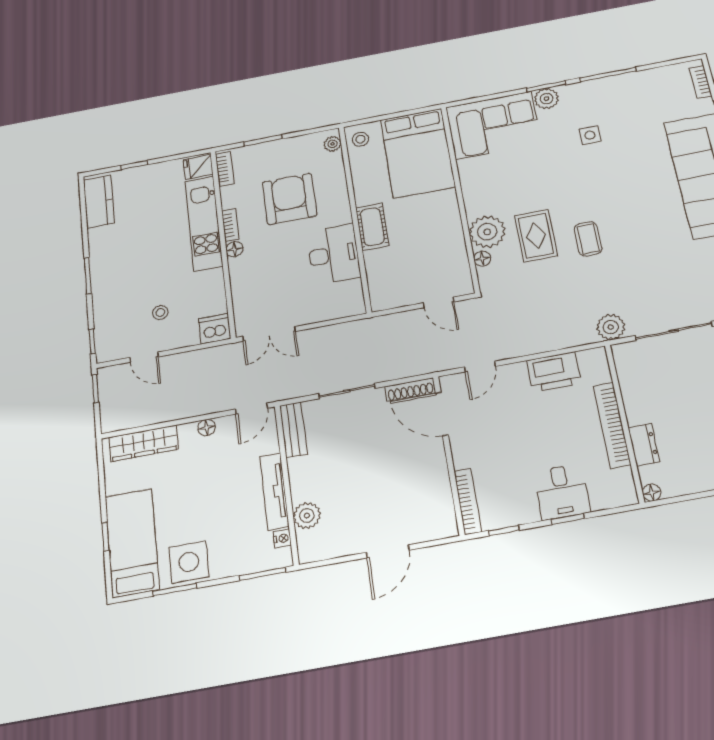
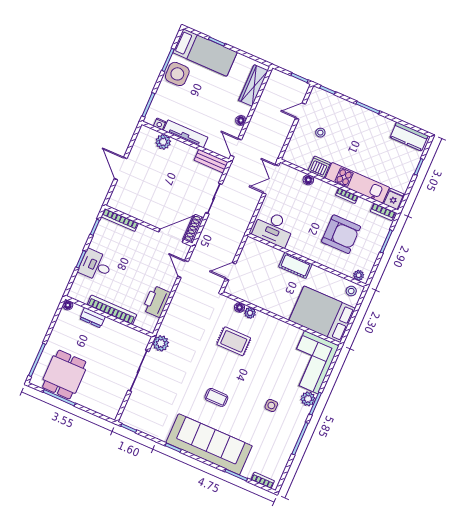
plant: (487, 232) -> (250, 313), width x0.53, depth x0.53
coffee table: (588, 239) -> (216, 397), moved
floor lamp: (234, 249) -> (308, 180), moved
desk: (334, 254) -> (273, 228), moved
dishwasher: (215, 329) -> (319, 167), moved, turned -90

